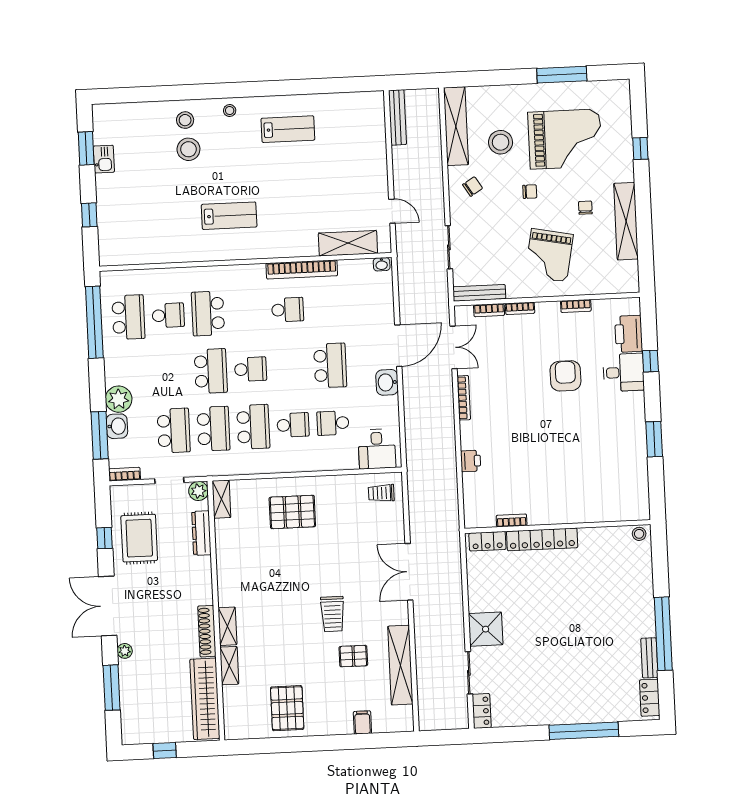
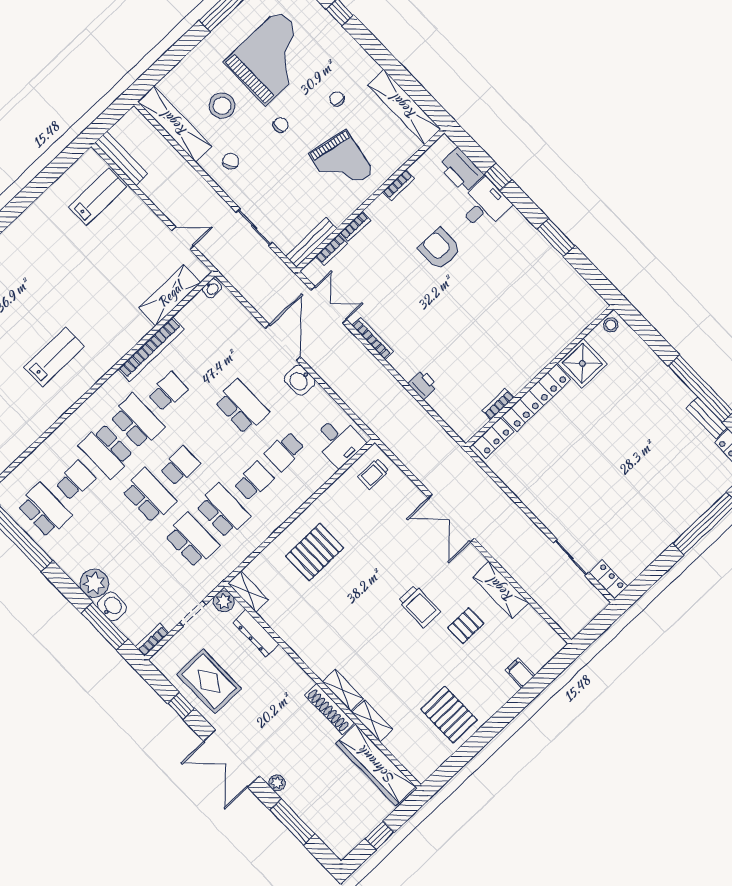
lab bench: (288, 129) -> (98, 197), moved
shelving: (626, 221) -> (404, 107), moved
school desk: (174, 431) -> (137, 421), moved
shower: (486, 629) -> (582, 363), moved
shelving: (400, 665) -> (501, 590), width x0.68

